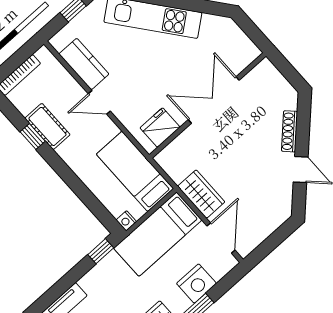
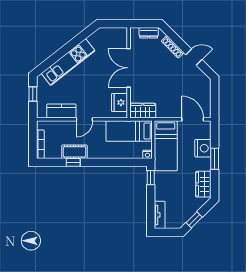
dresser: (280, 85) -> (149, 33), added
wardrobe: (201, 194) -> (143, 111), moved

